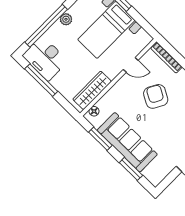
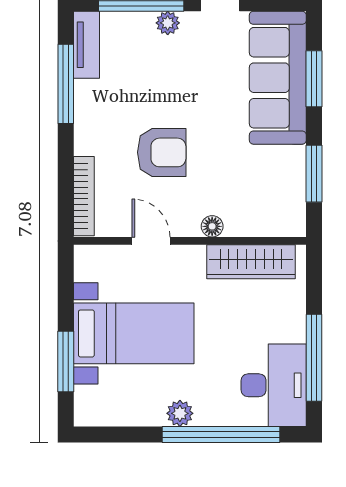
armchair: (156, 96) -> (162, 152), turned -119
floor lamp: (94, 111) -> (212, 226), moved
sofa: (127, 142) -> (278, 78), moved

